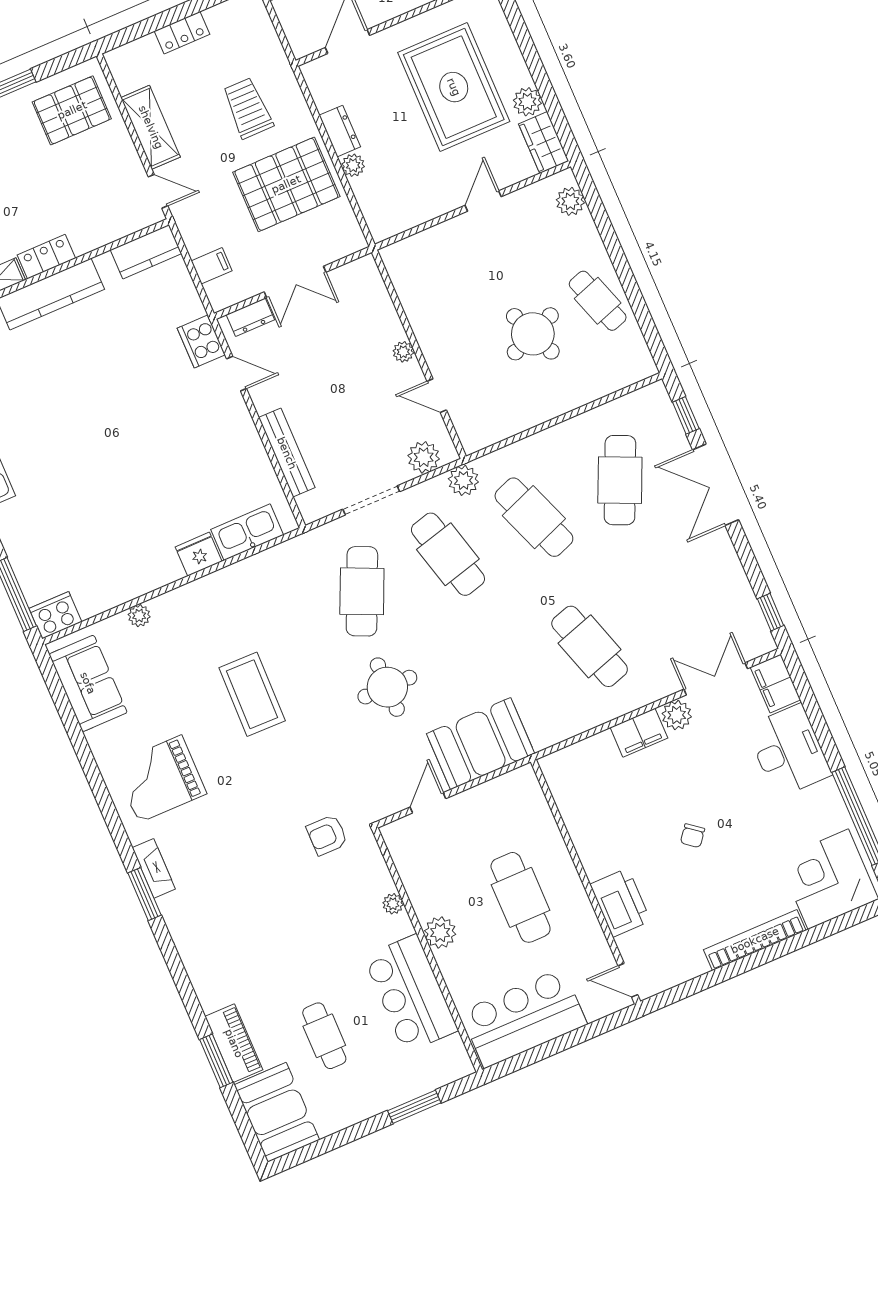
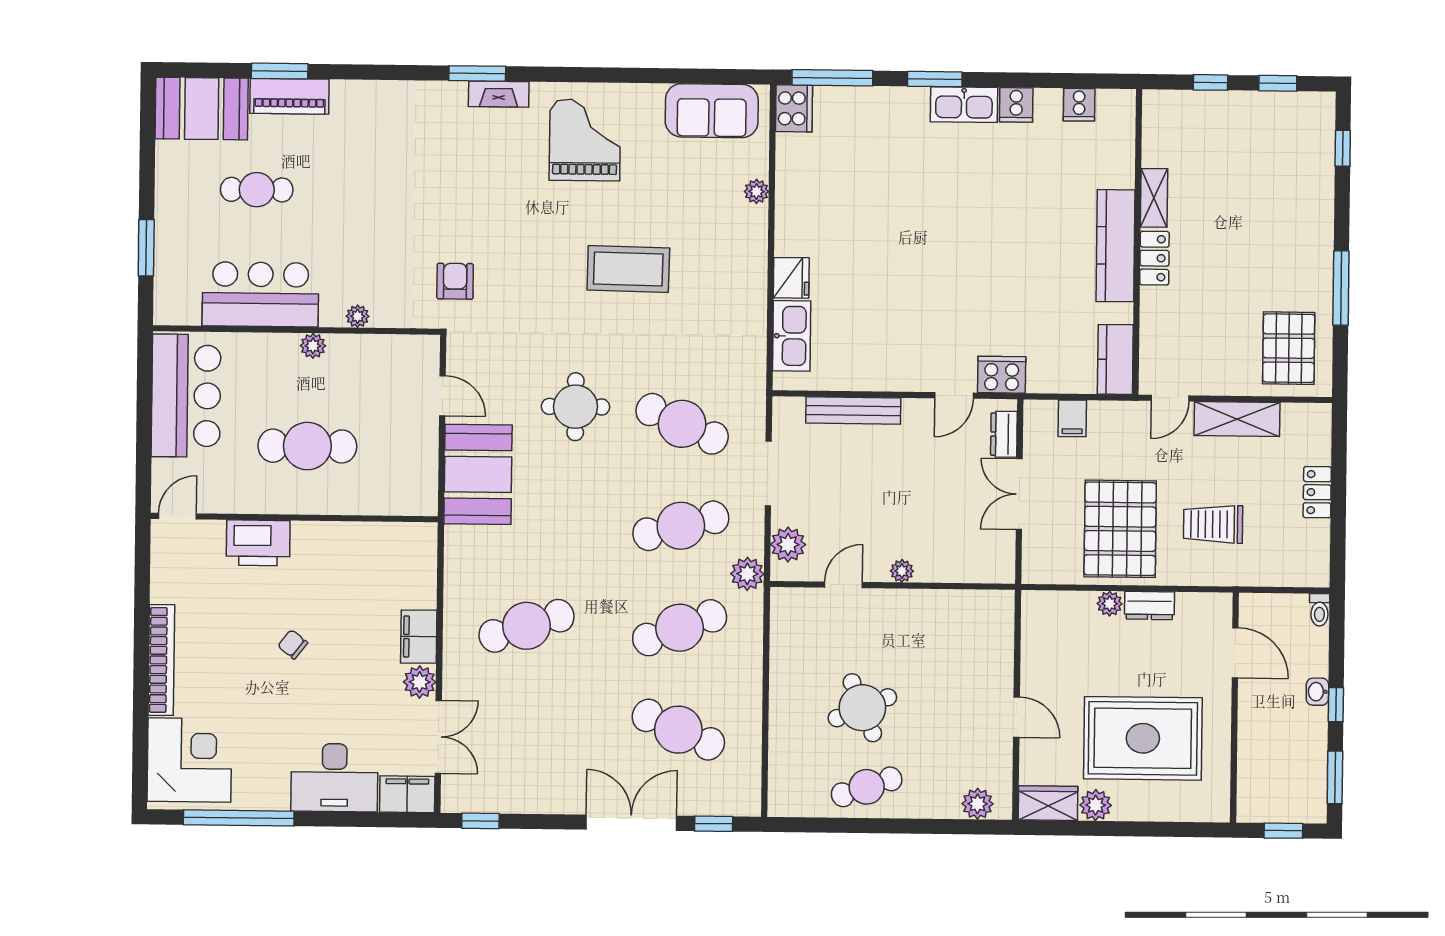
trolley: (248, 108) -> (1213, 524), turned 180
plant: (440, 932) -> (313, 346), width x0.73, depth x0.73

